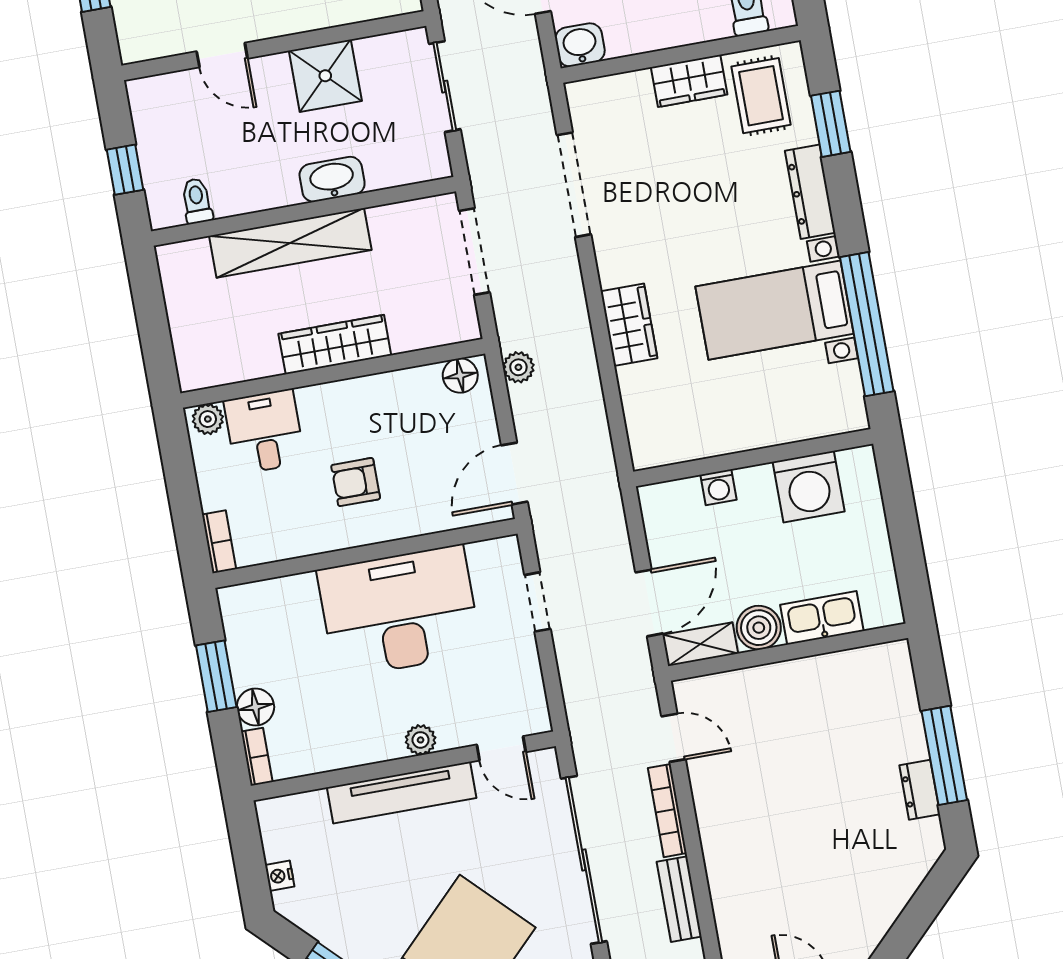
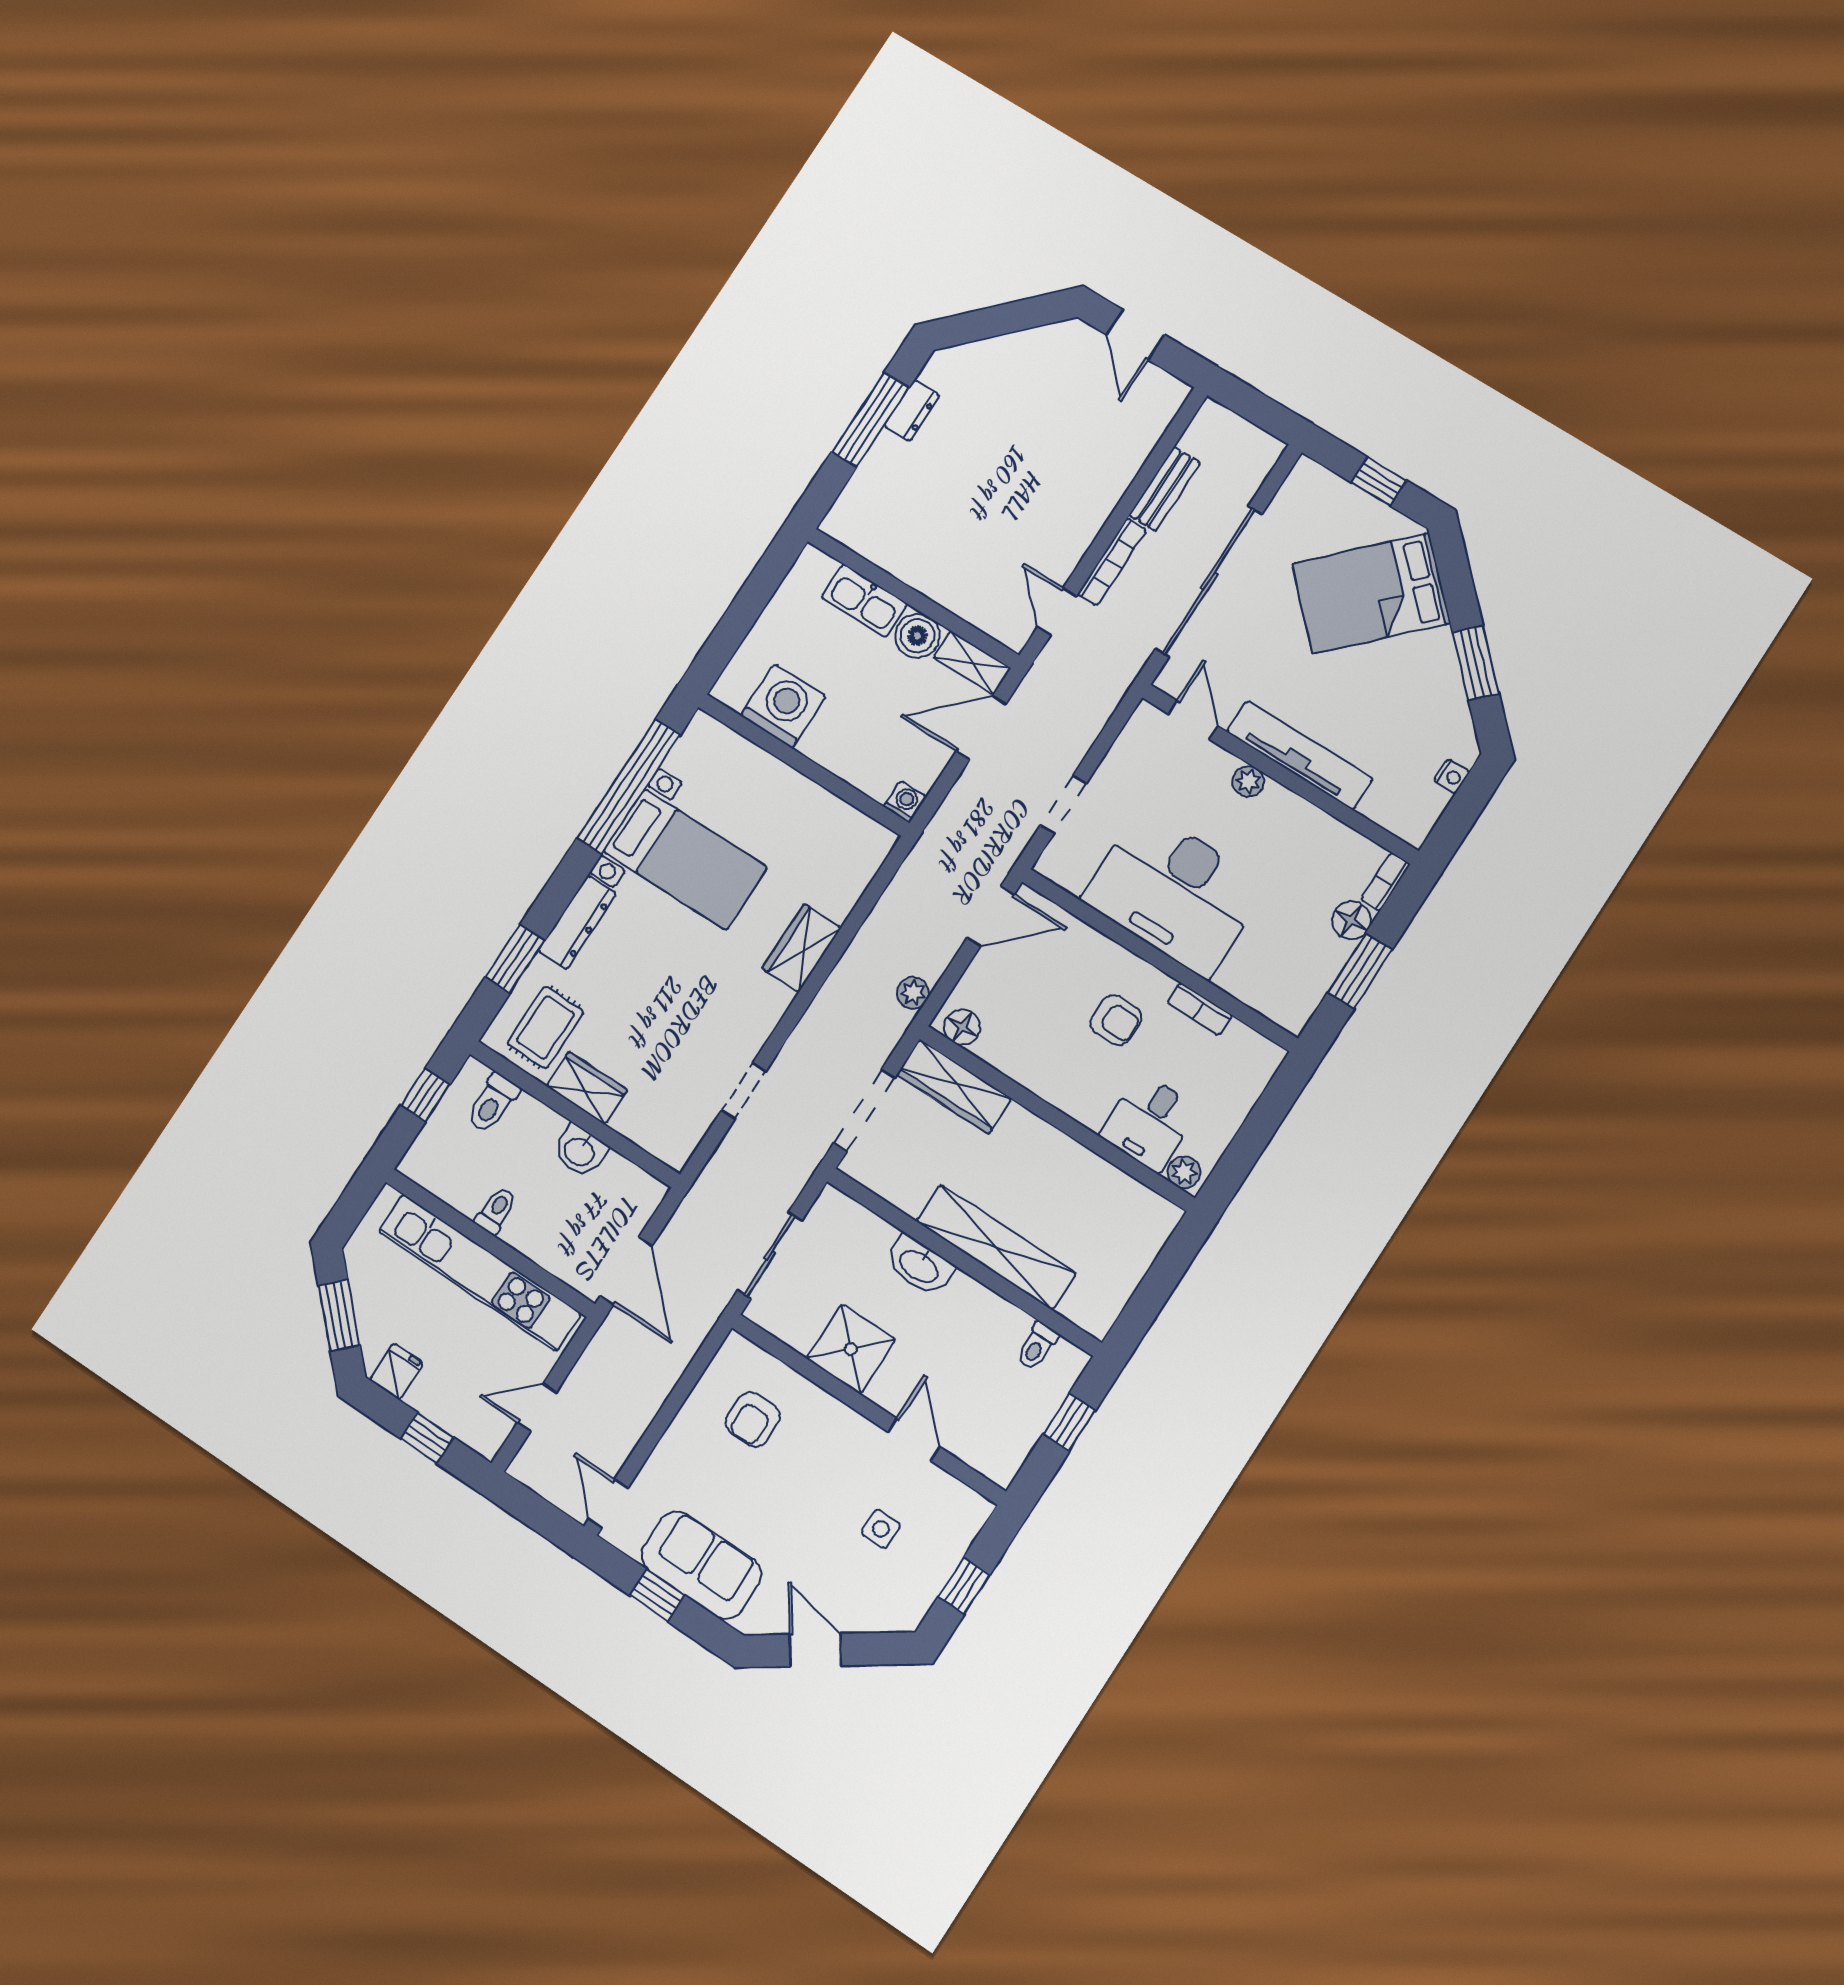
washbasin: (580, 45) -> (580, 1151), moved
doorway: (574, 185) -> (744, 1091), width x0.53
wardrobe: (335, 345) -> (954, 1087), moved
washing machine: (718, 487) -> (905, 802), moved
bookcase: (219, 542) -> (1200, 1009), moved, turned -90

